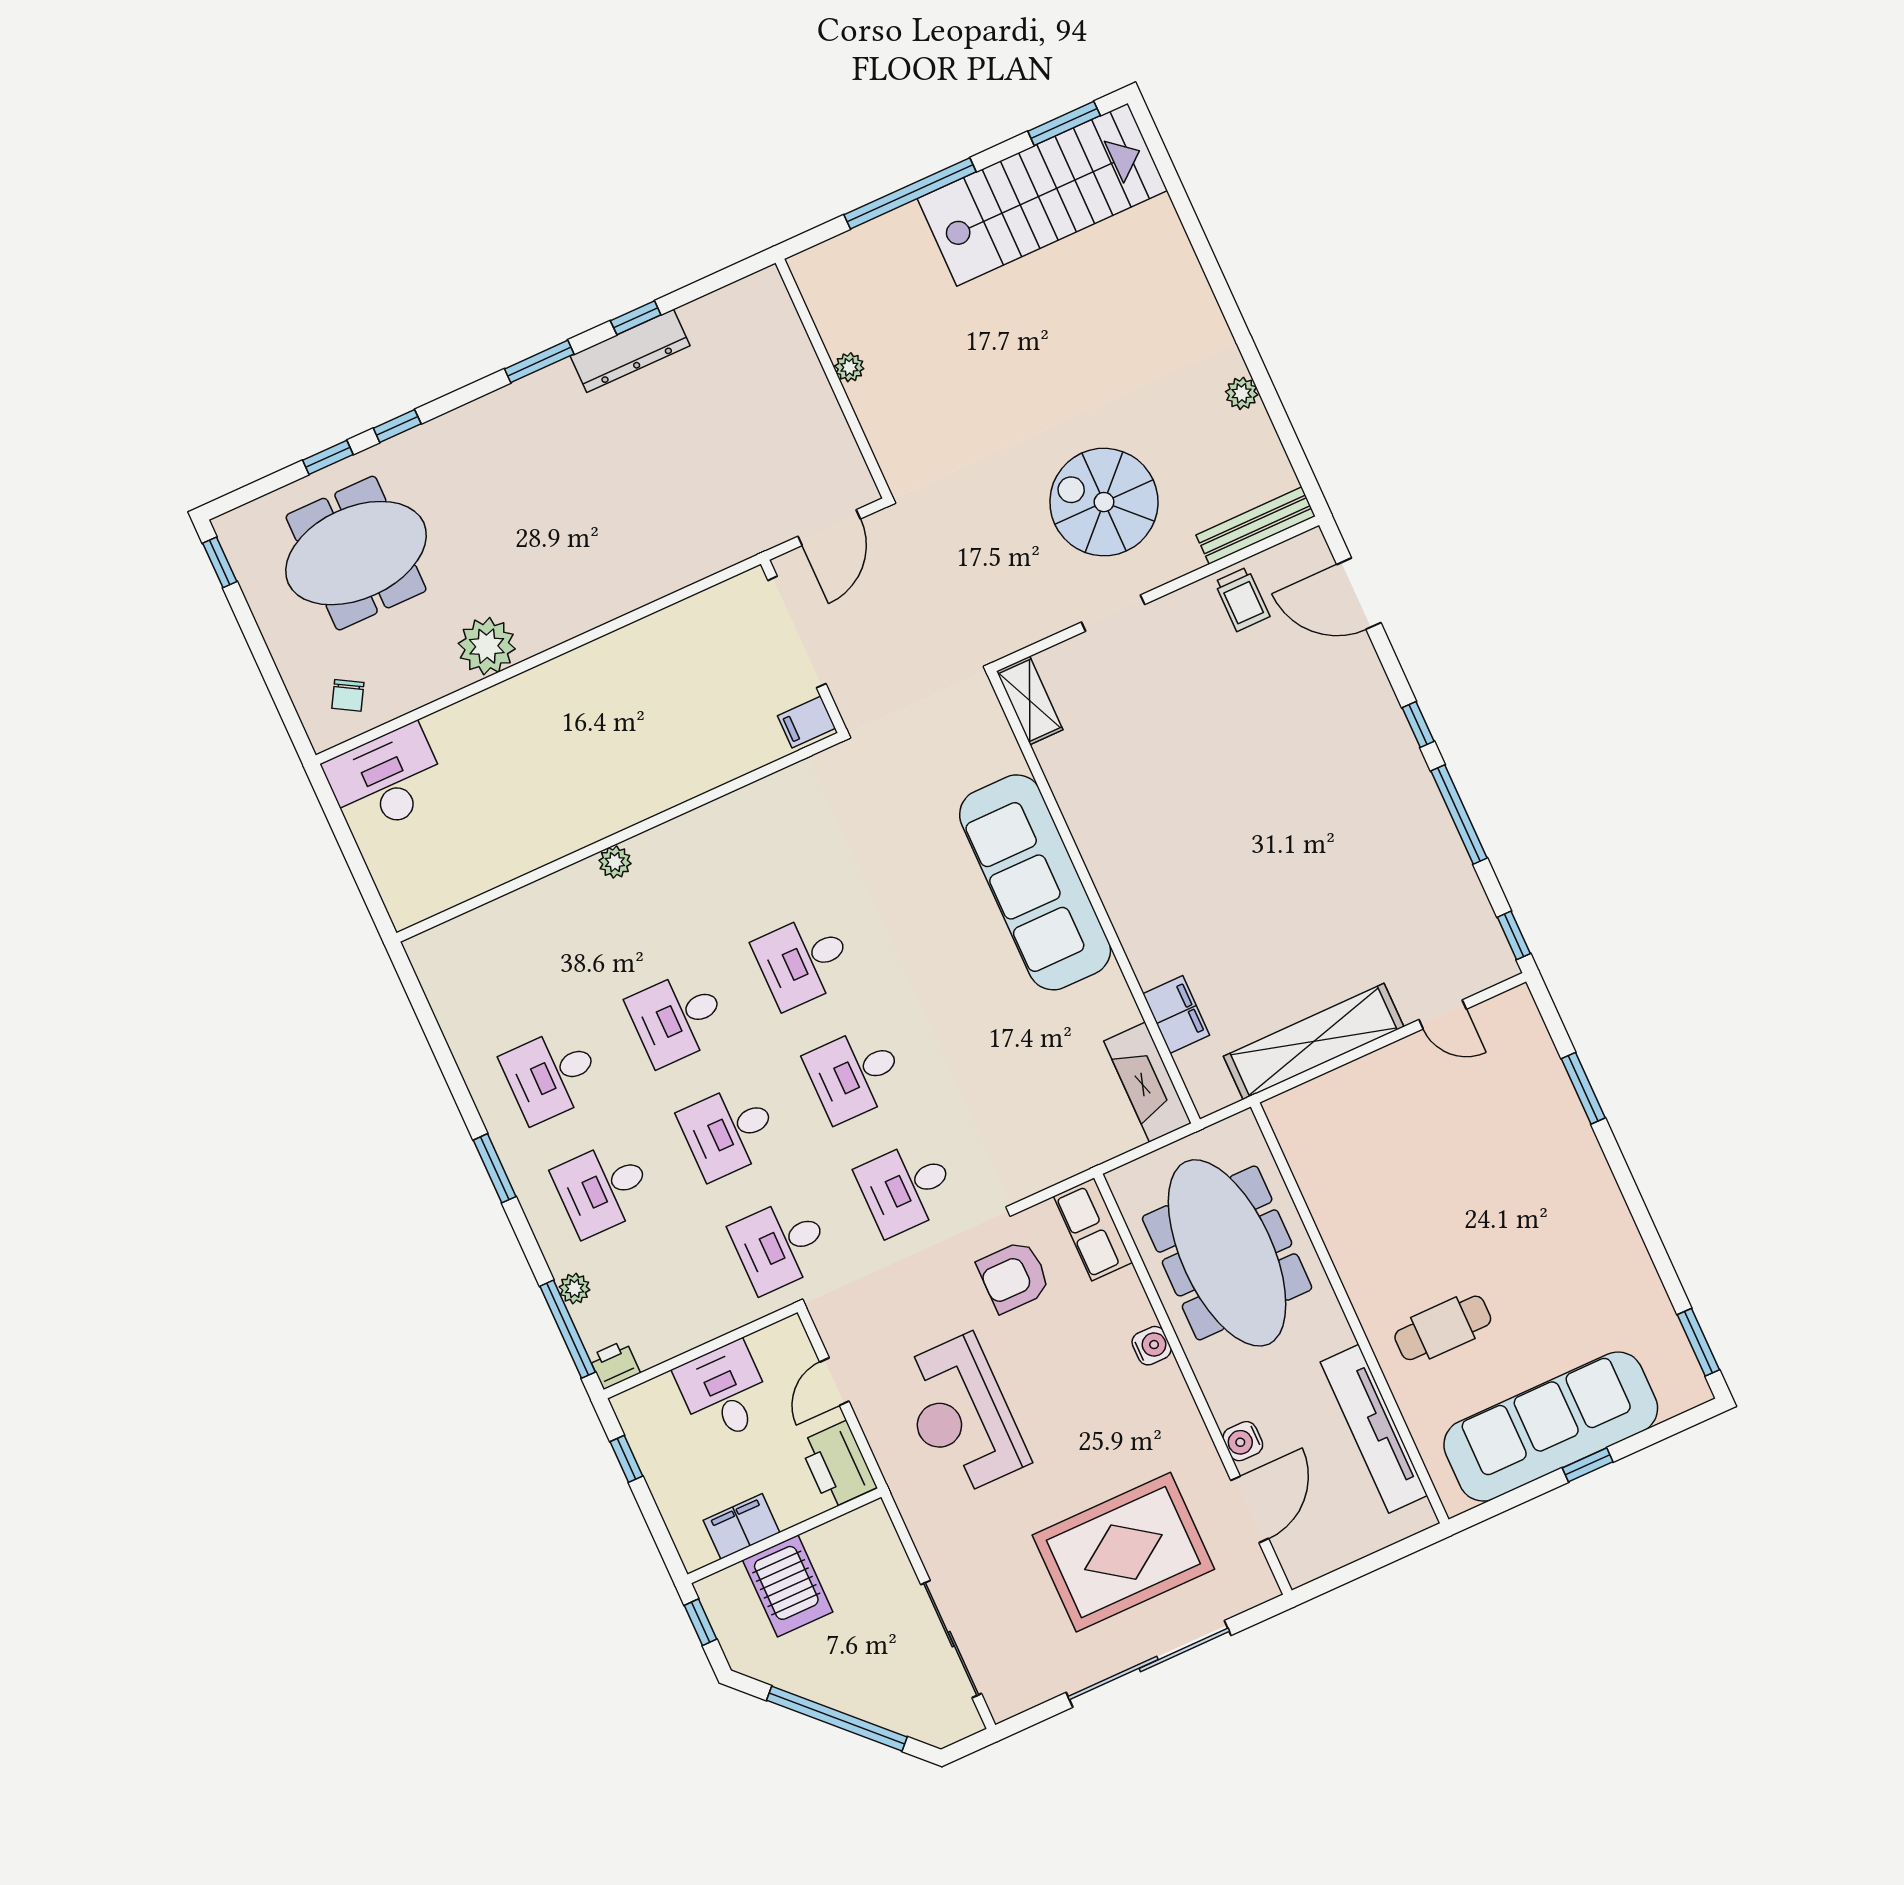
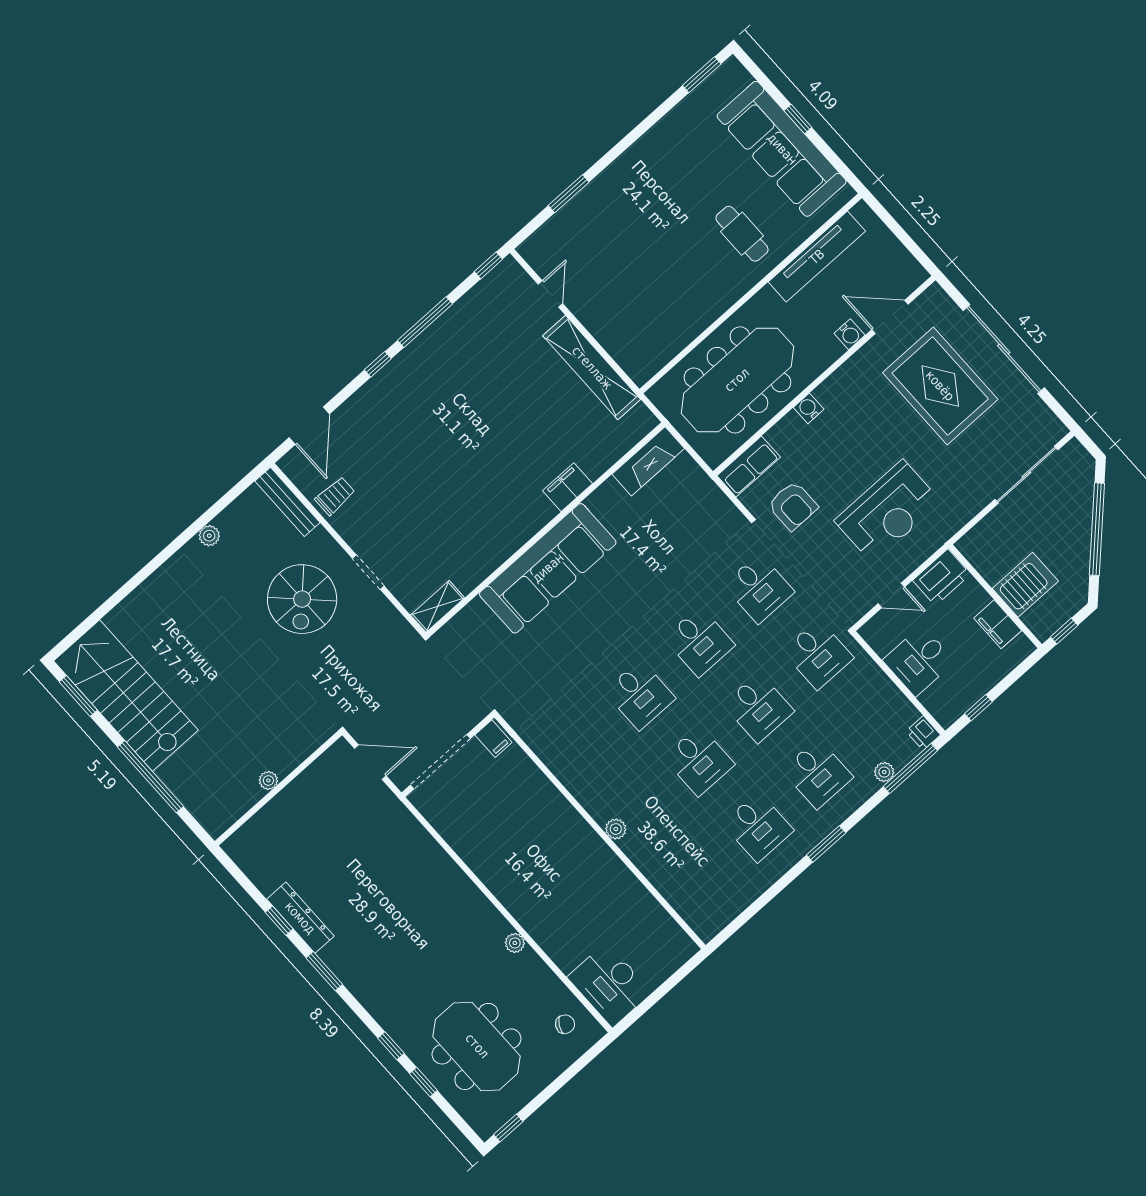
plant: (487, 646) -> (515, 943), width x0.53, depth x0.53
filing cabinet: (1176, 1014) -> (567, 487), moved

